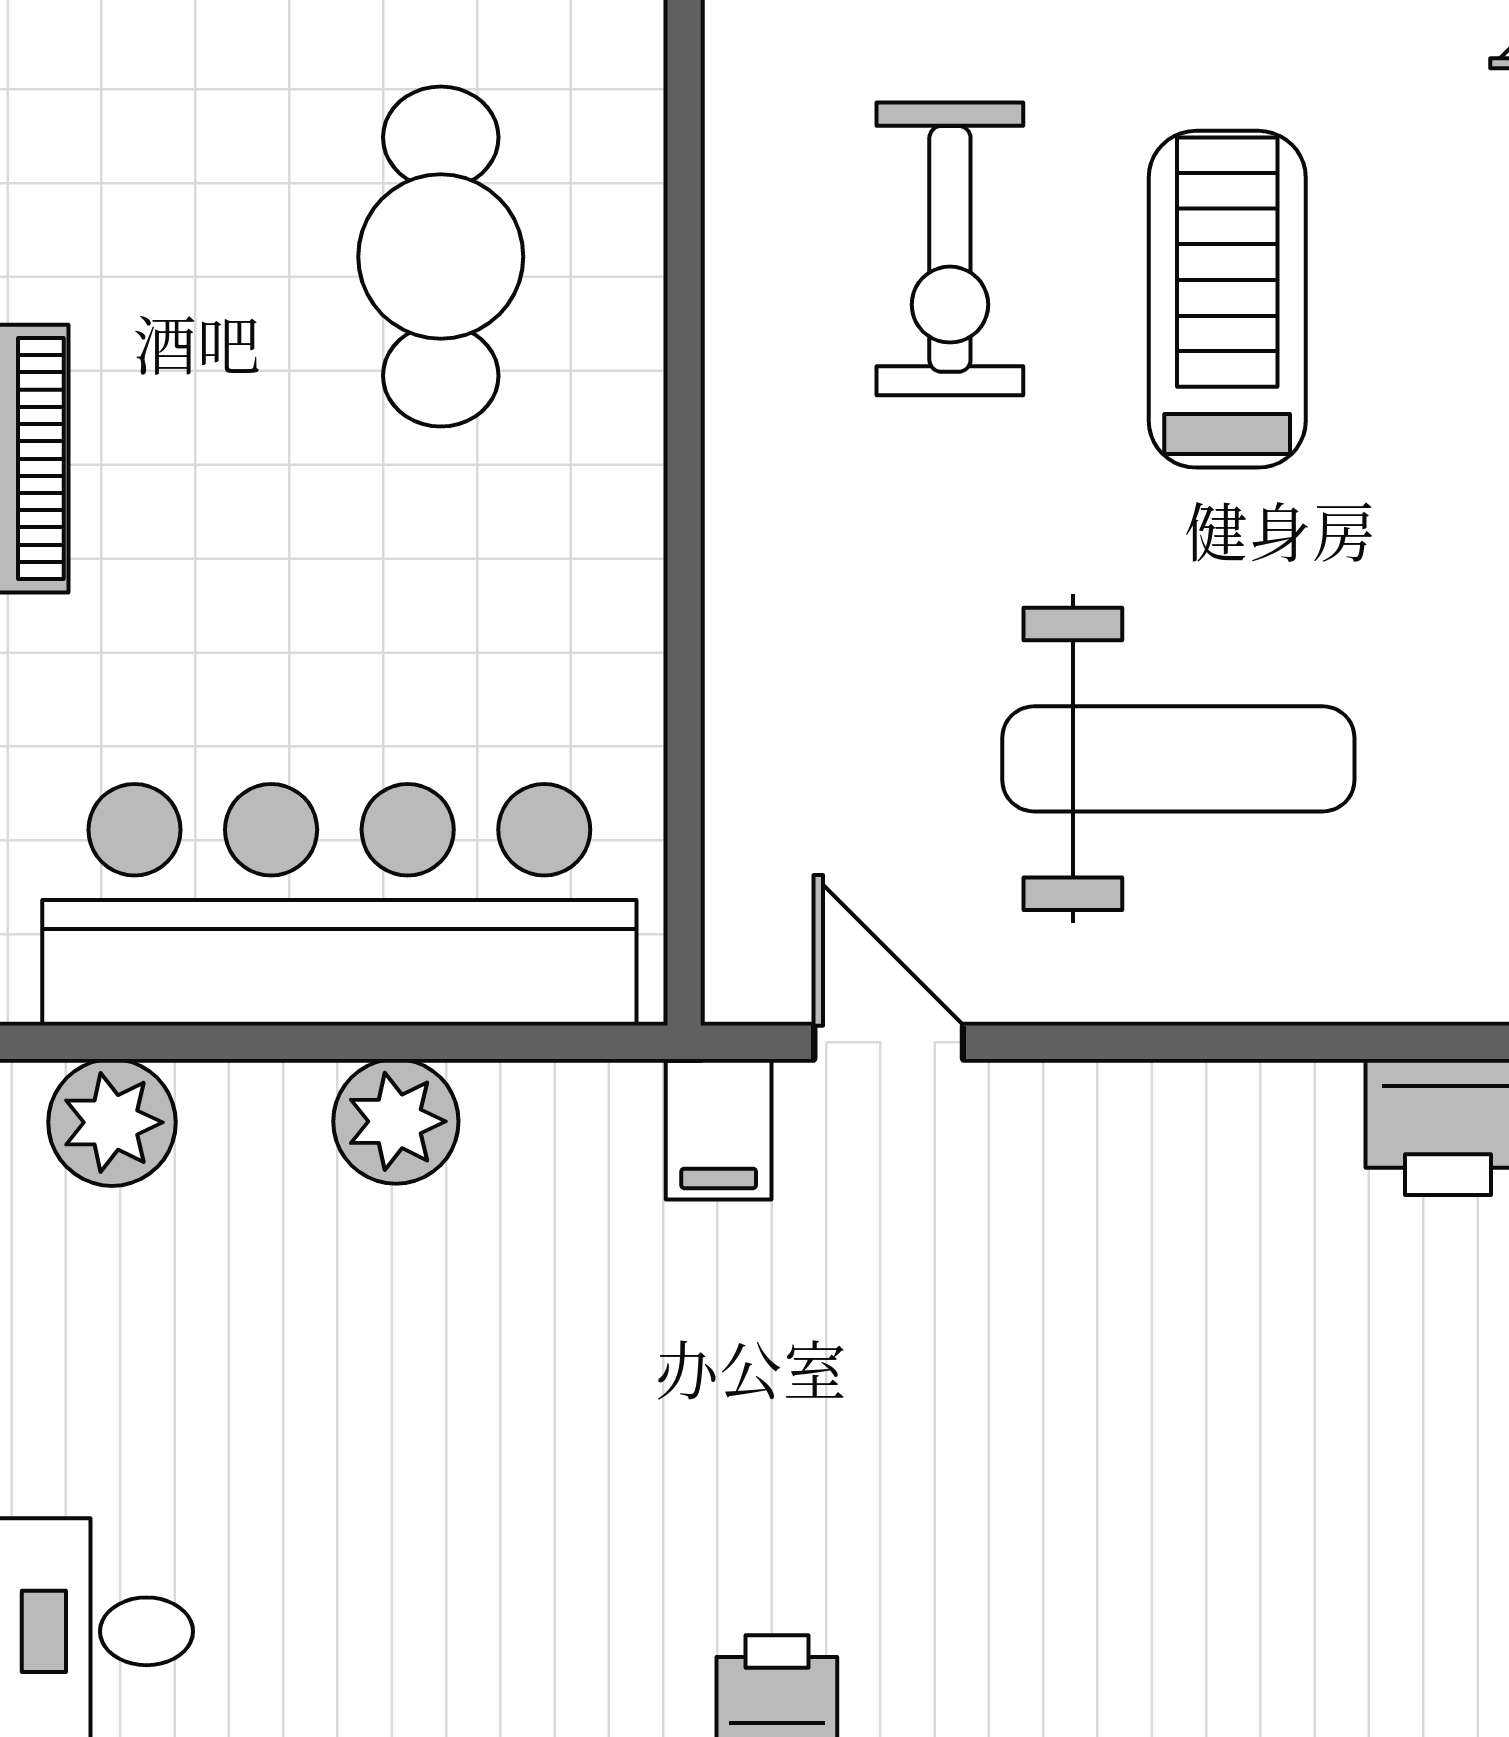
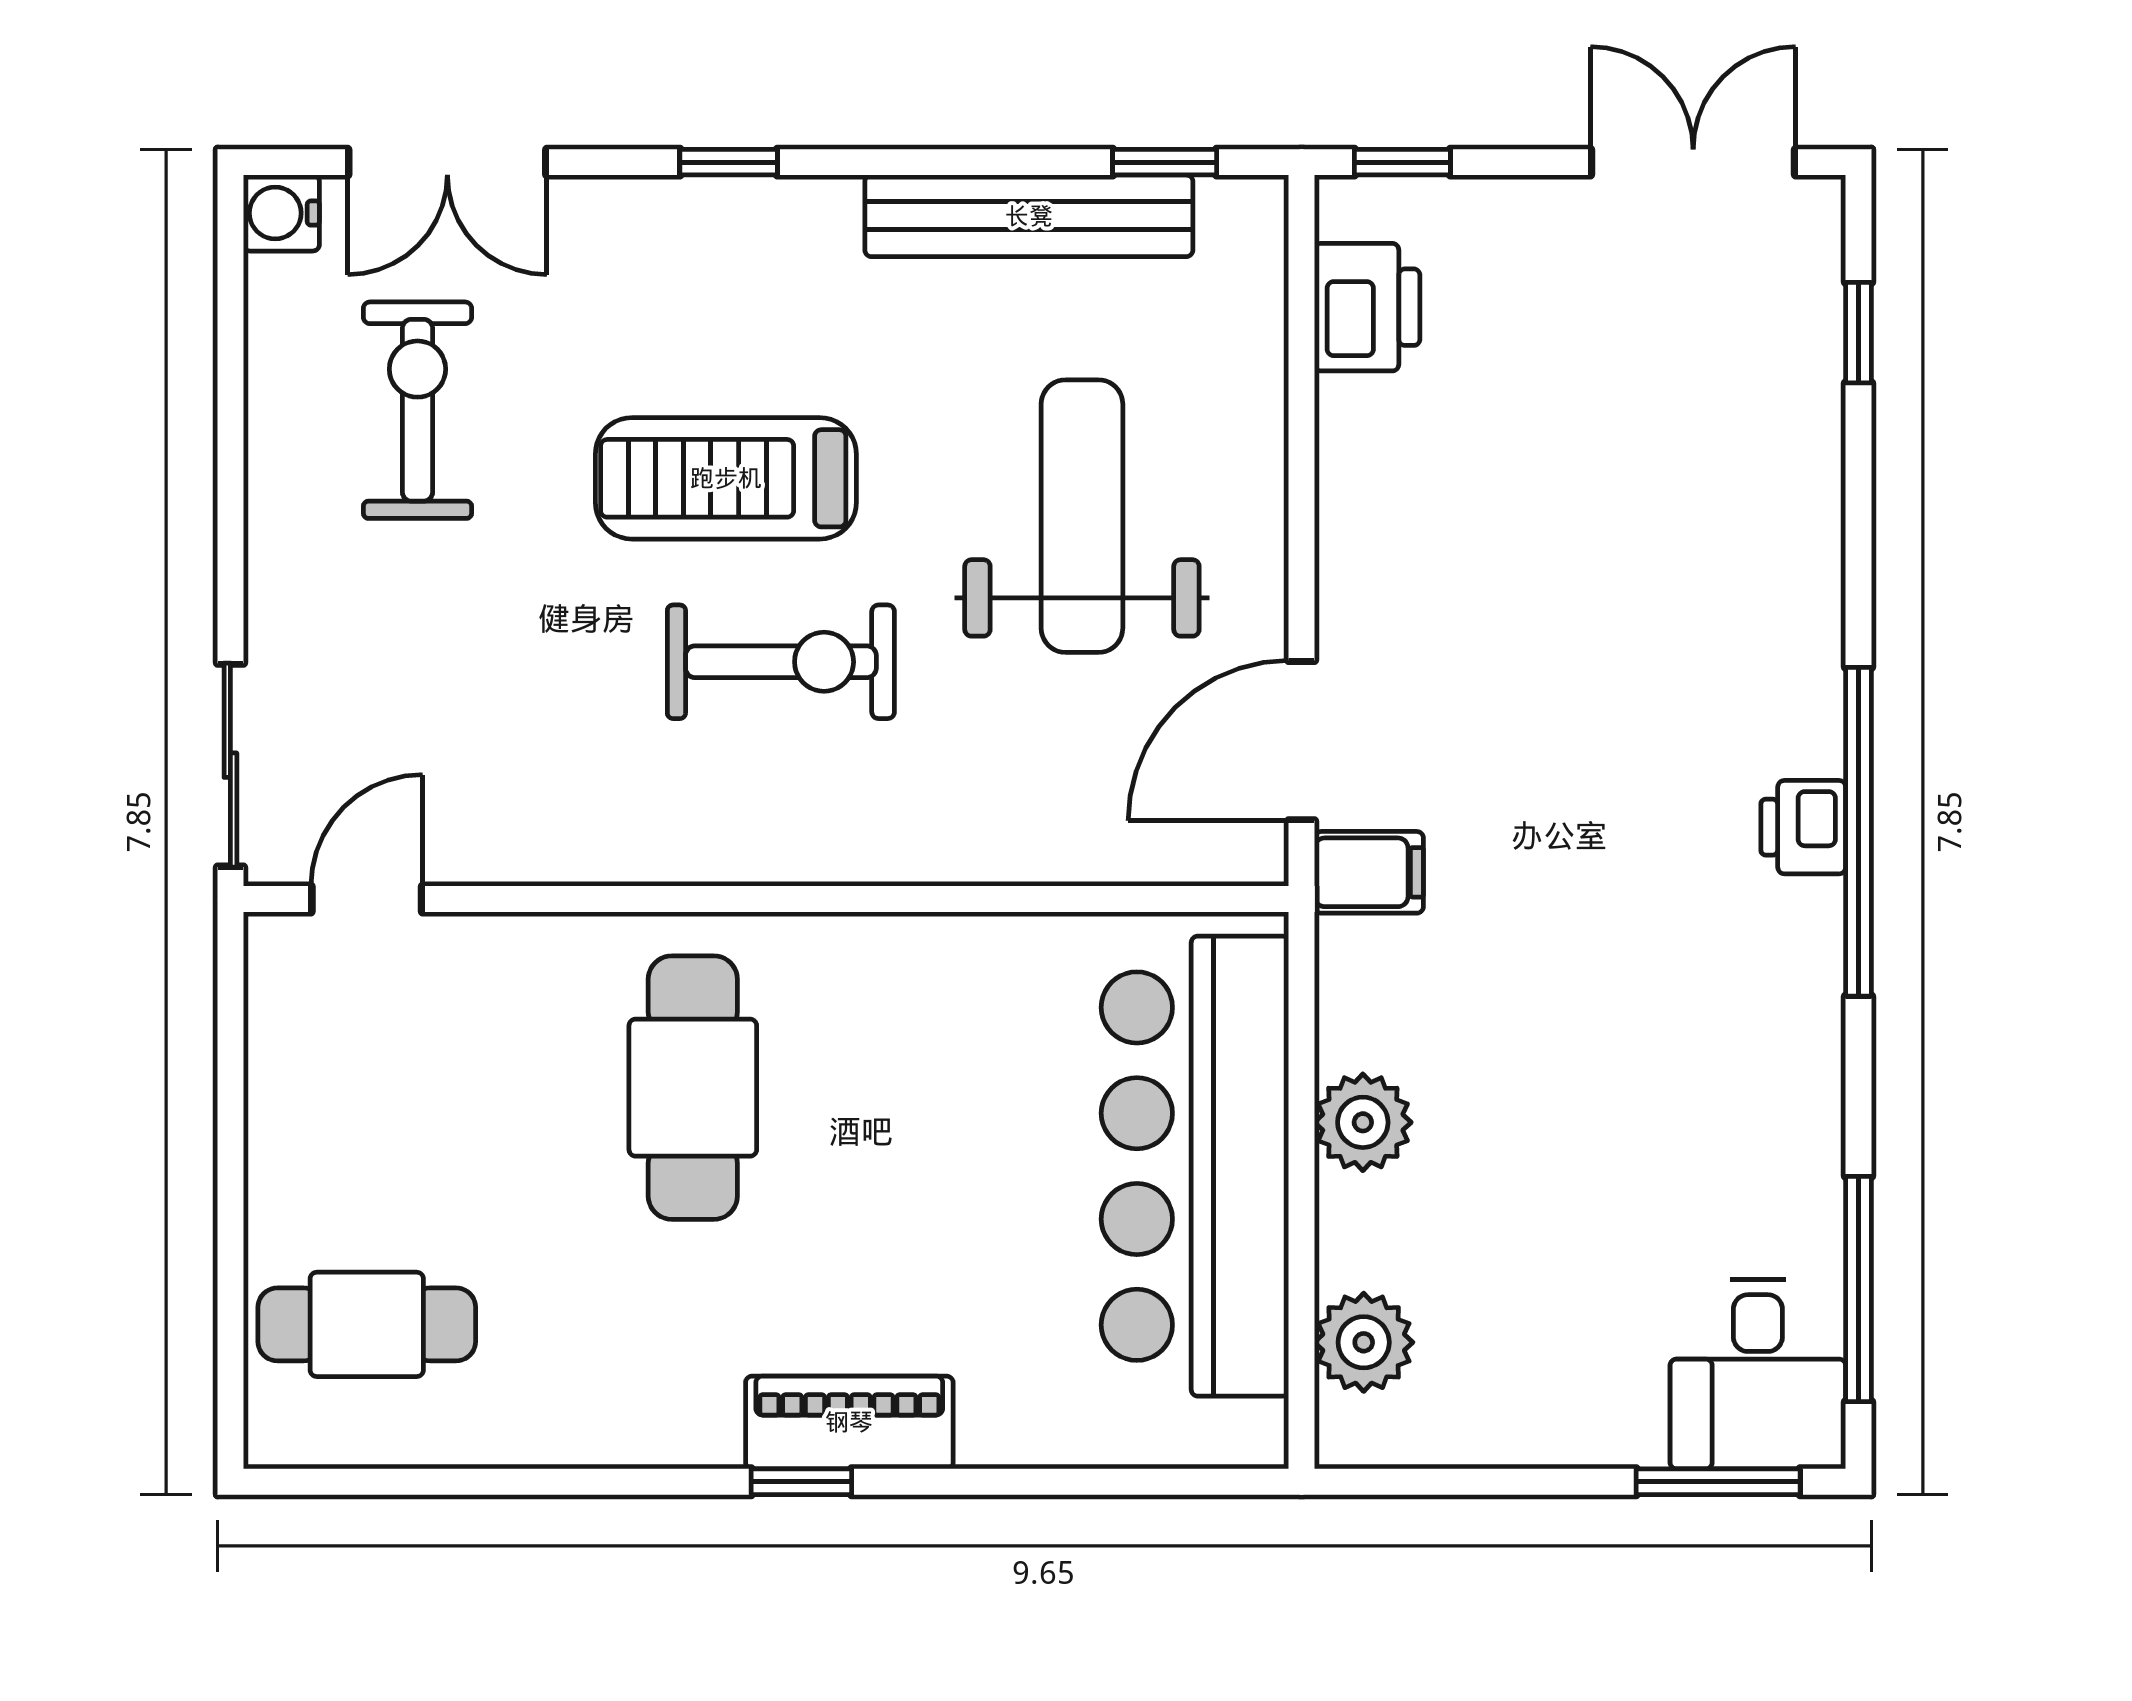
exercise bike: (950, 249) -> (781, 662), moved
cafe table: (441, 257) -> (693, 1088), turned 90
door: (889, 1042) -> (1302, 741), width x1.38

